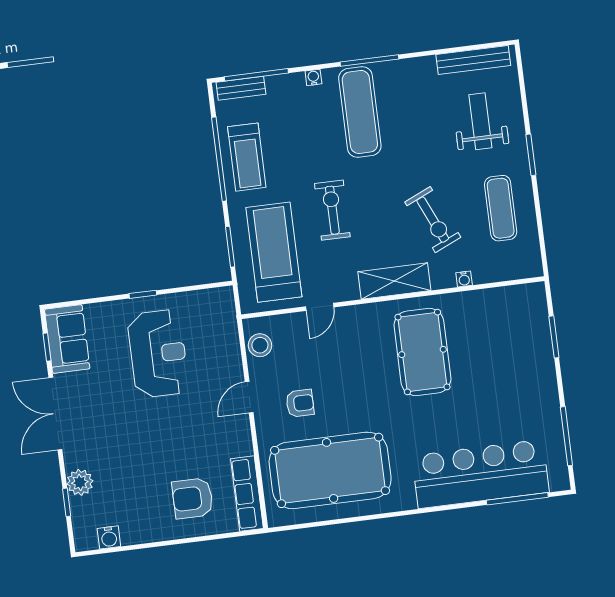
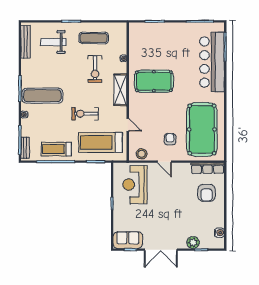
treadmill: (247, 157) -> (56, 149), turned 180
exercise bike: (433, 220) -> (95, 69), turned 114
reception desk: (158, 354) -> (135, 185), moved, turned -90

